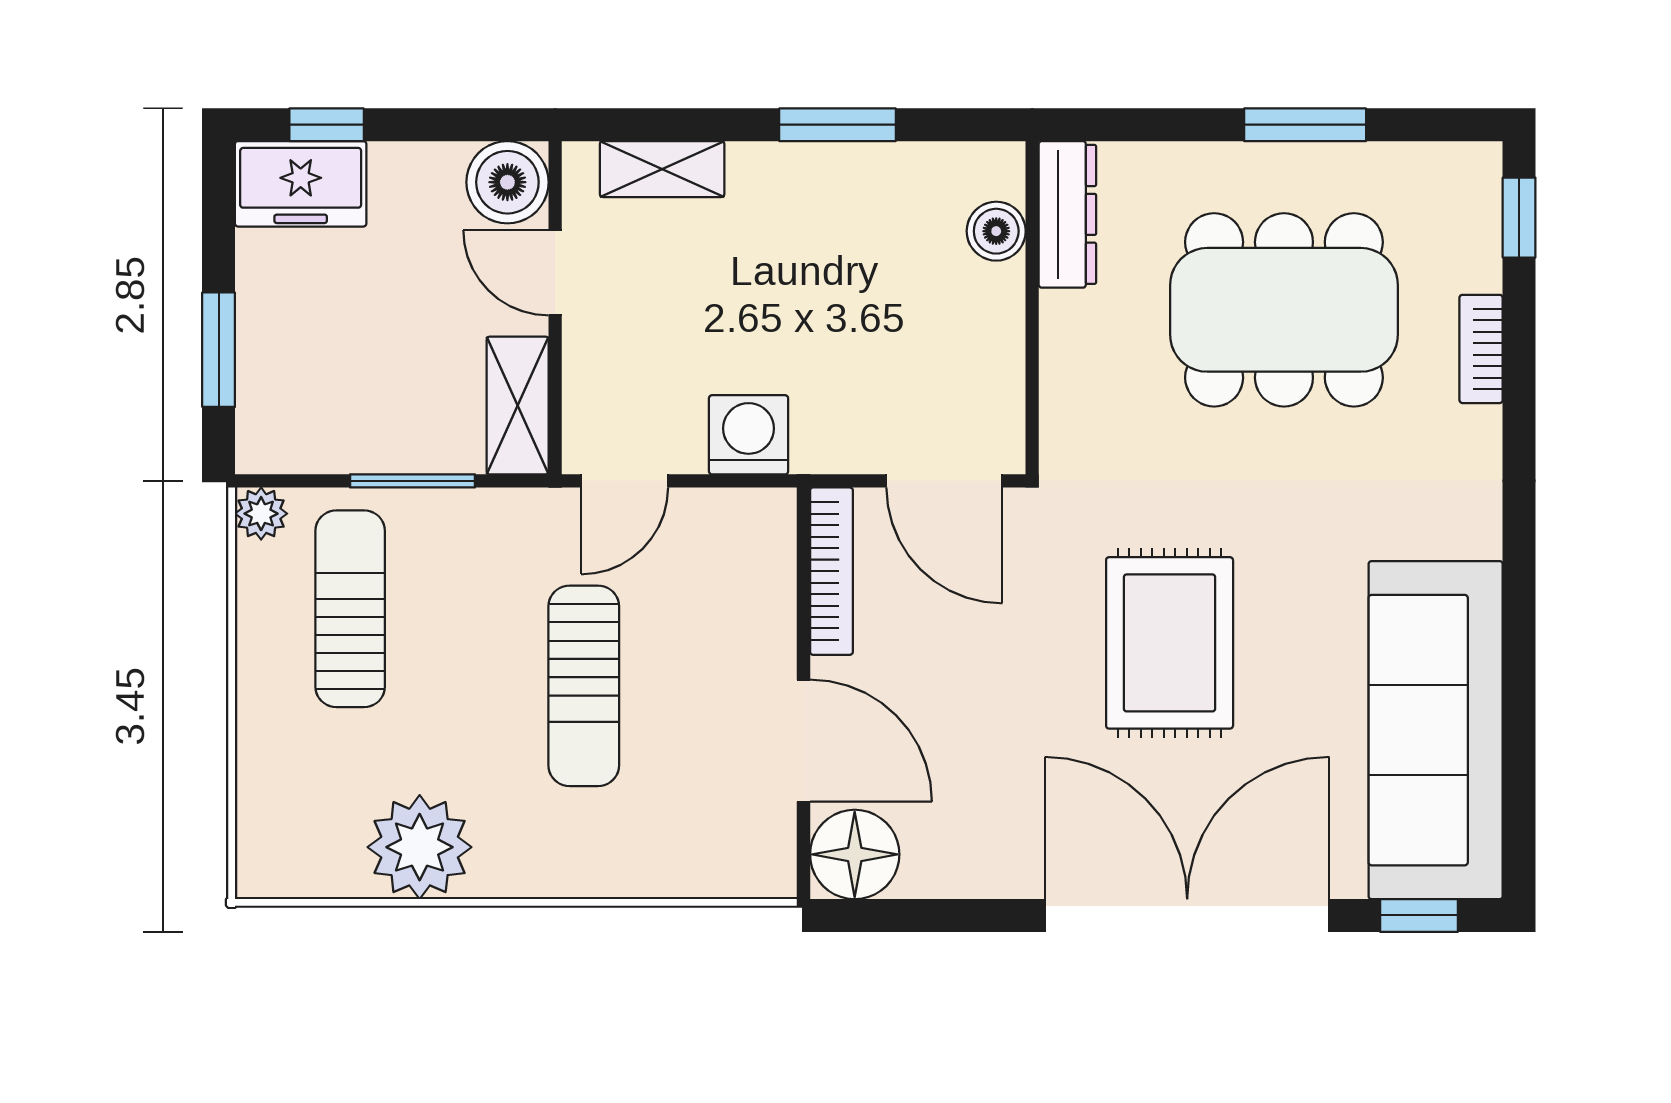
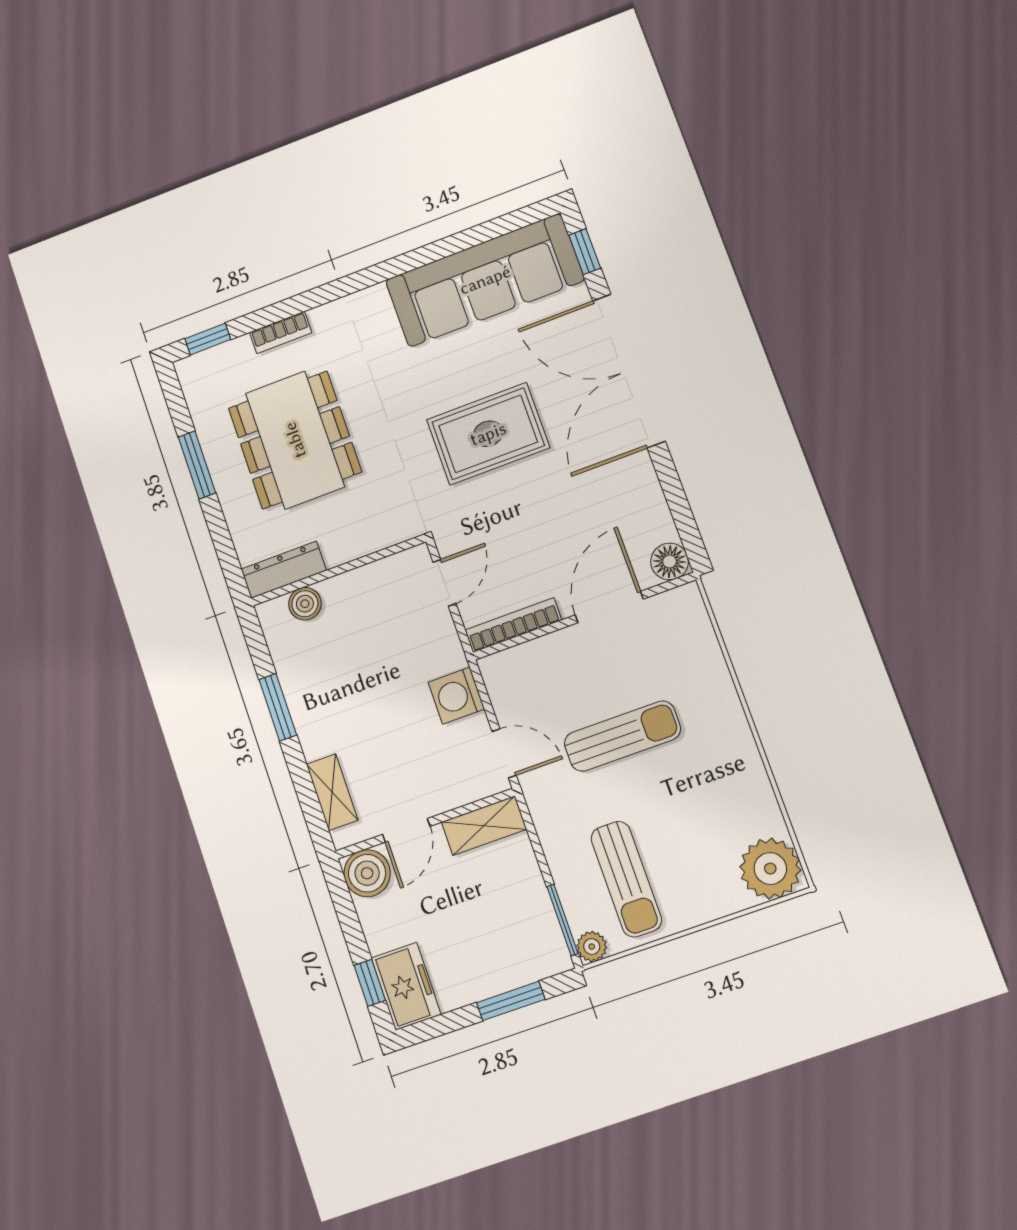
window: (413, 481) -> (562, 920), moved
door: (944, 481) -> (445, 583), width x0.73
sun lounger: (350, 609) -> (626, 879), turned -90
plant: (420, 847) -> (770, 869), moved
floor lamp: (855, 854) -> (670, 561), width x0.73, depth x0.73

